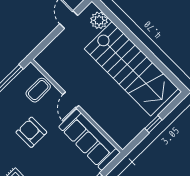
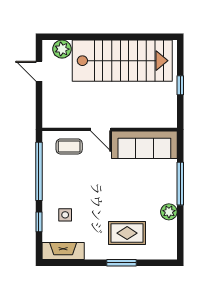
coffee table: (38, 90) -> (69, 146), turned 90
armchair: (31, 132) -> (96, 183), removed

